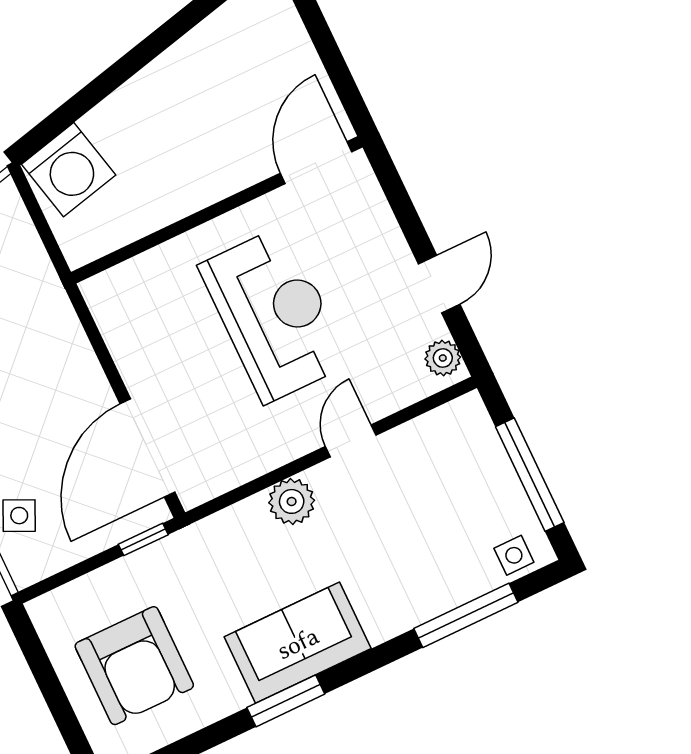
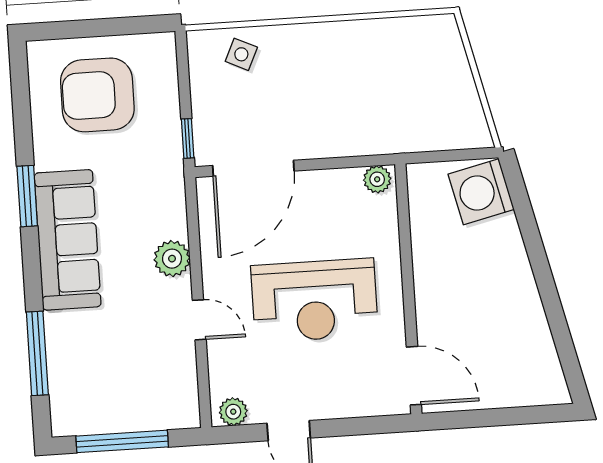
plant: (103, 298) -> (377, 179), added
door: (148, 448) -> (253, 168), swing flipped
side table: (514, 555) -> (67, 406), removed
sofa: (298, 643) -> (68, 240), width x1.36

